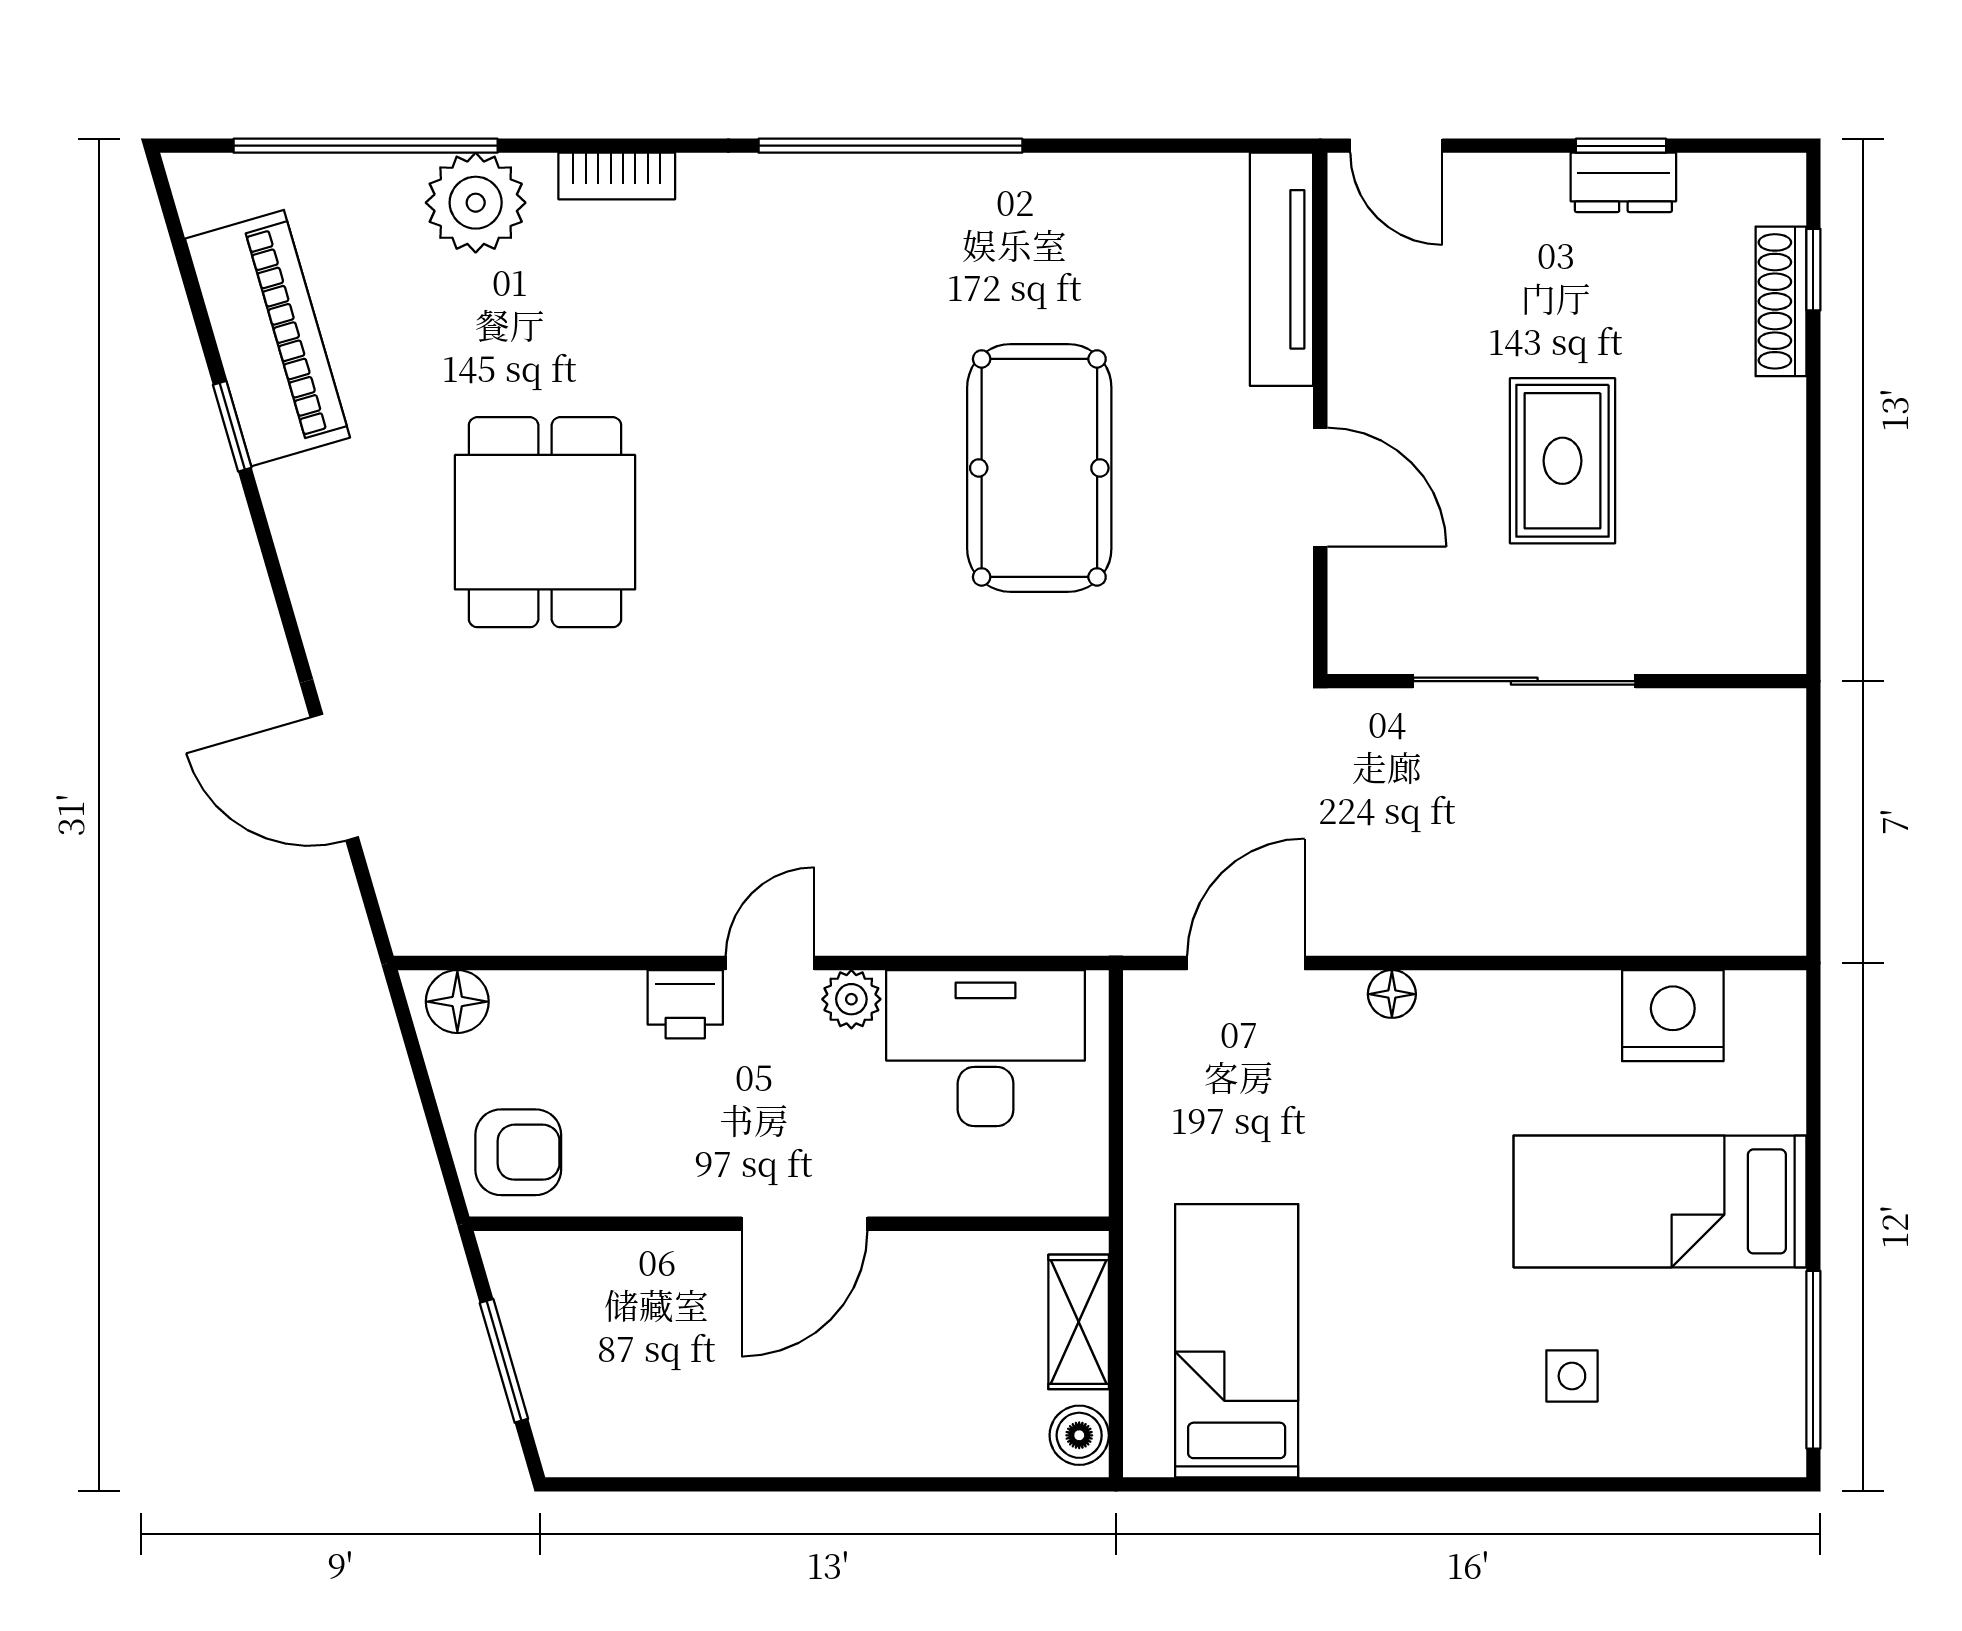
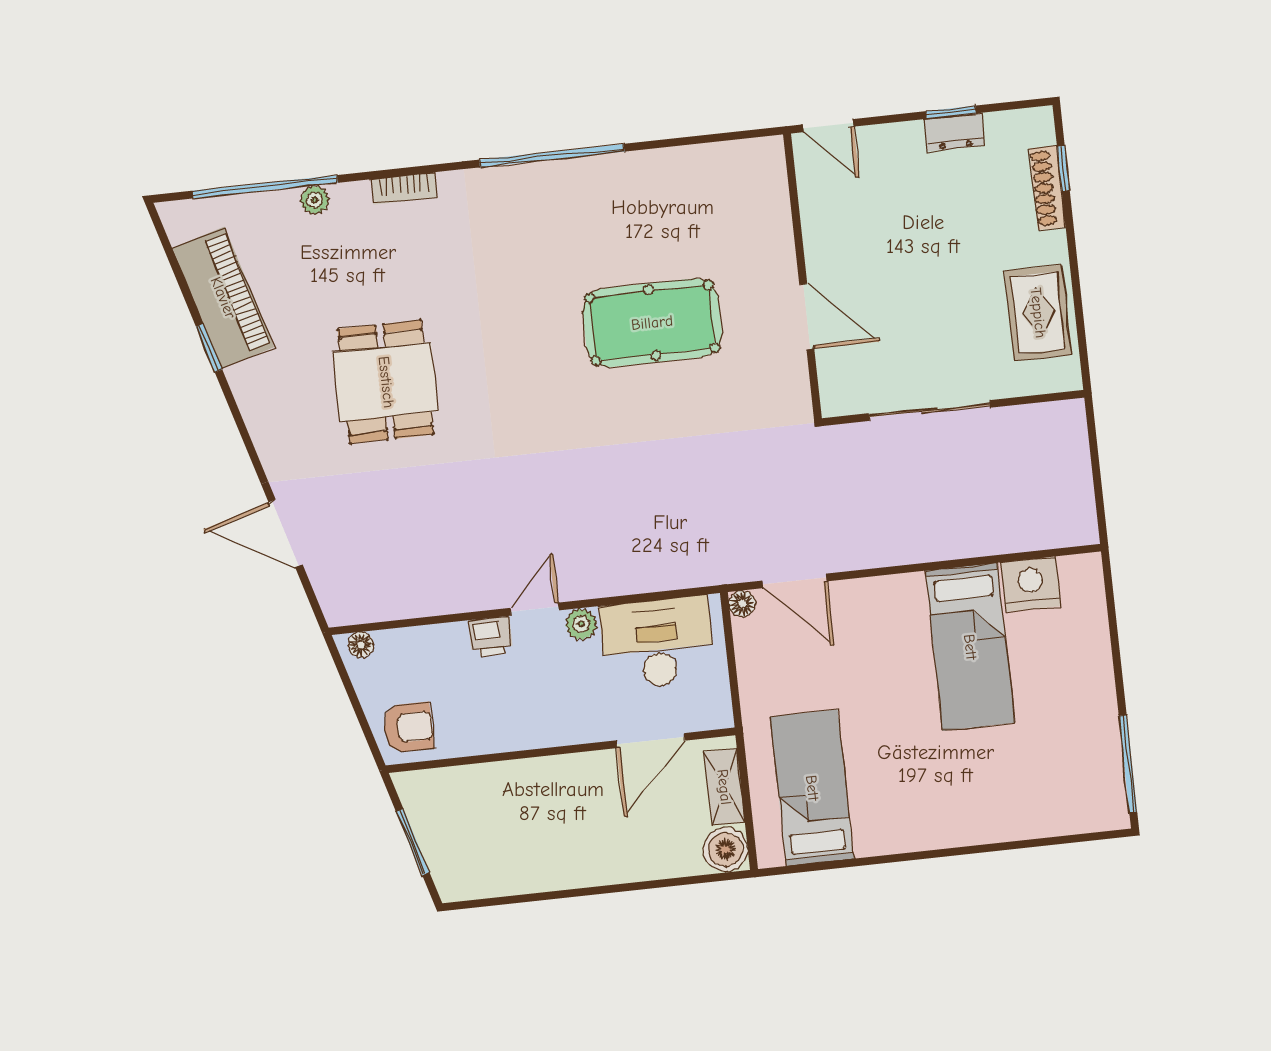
plant: (476, 203) -> (315, 200), width x0.53, depth x0.53
tv unit: (1282, 269) -> (773, 200), removed
rug: (1562, 461) -> (1038, 313), moved
pool table: (1039, 468) -> (652, 323), turned 90
door: (1246, 963) -> (794, 581), swing flipped
floor lamp: (1392, 994) -> (742, 604), moved
floor lamp: (457, 1002) -> (361, 645), width x0.73, depth x0.73
bed: (1660, 1201) -> (970, 647), moved, turned -90
door: (804, 1224) -> (651, 741), moved
side table: (1572, 1376) -> (997, 787), removed
boiler: (1079, 1435) -> (726, 849), width x1.36, depth x1.36

